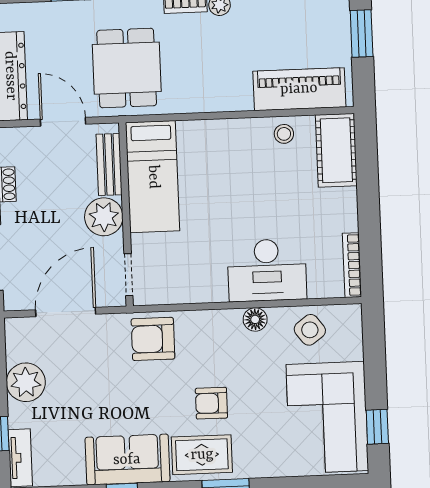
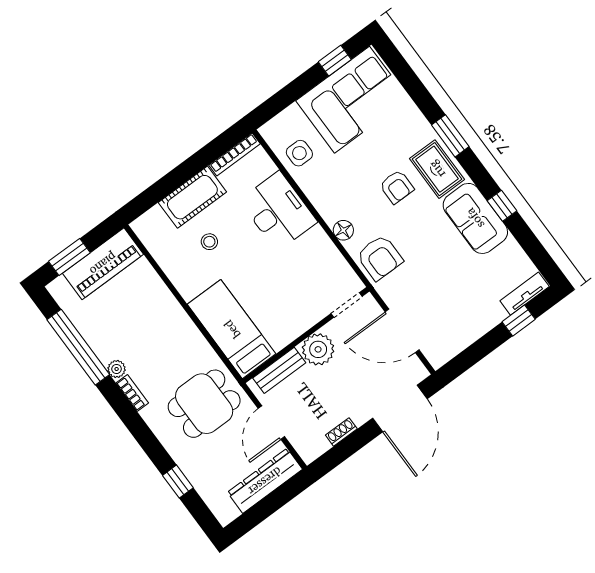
piano: (299, 89) -> (103, 264), moved, turned -90
stool: (284, 134) -> (209, 242), moved
cot: (336, 150) -> (192, 197), moved
bed: (153, 177) -> (232, 329), moved, turned -90
floor lamp: (255, 319) -> (343, 230), moved
side table: (310, 330) -> (299, 153), turned 37
plant: (26, 382) -> (470, 325), removed

